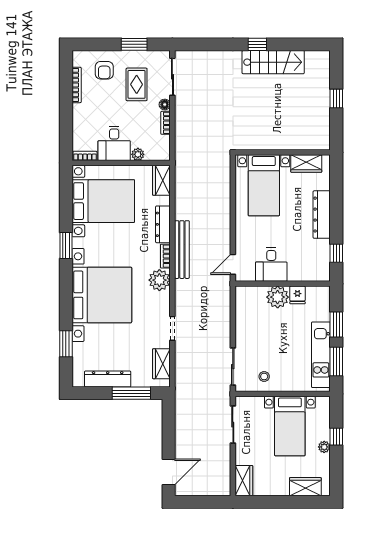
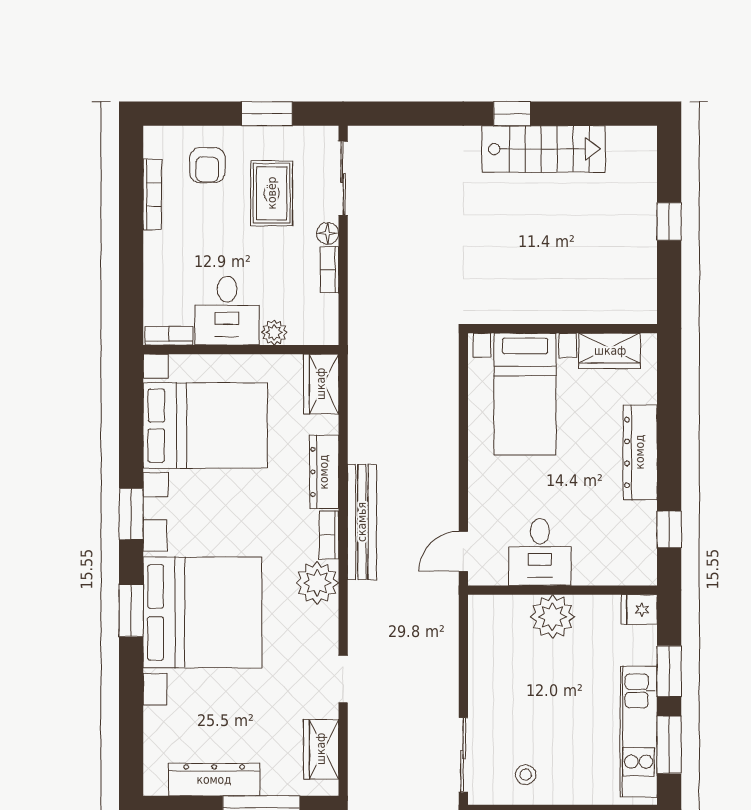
fridge: (297, 295) -> (639, 610), moved, turned 90
window: (66, 344) -> (131, 610), moved

